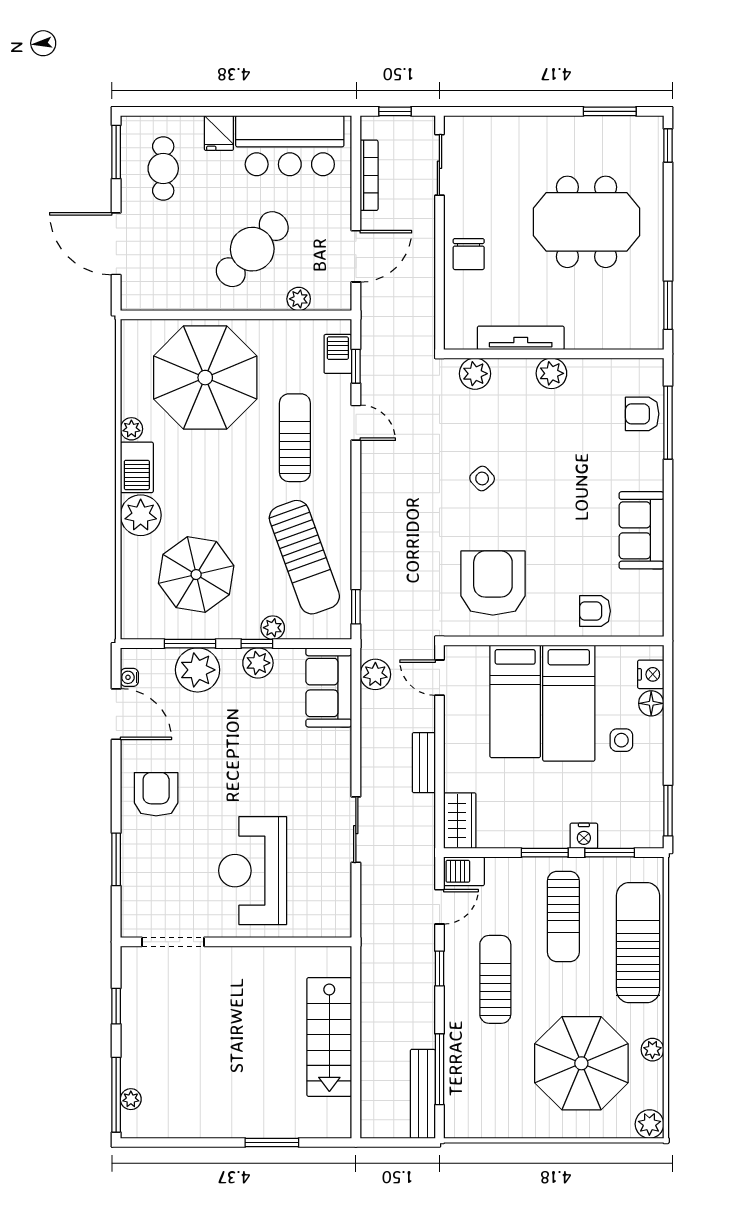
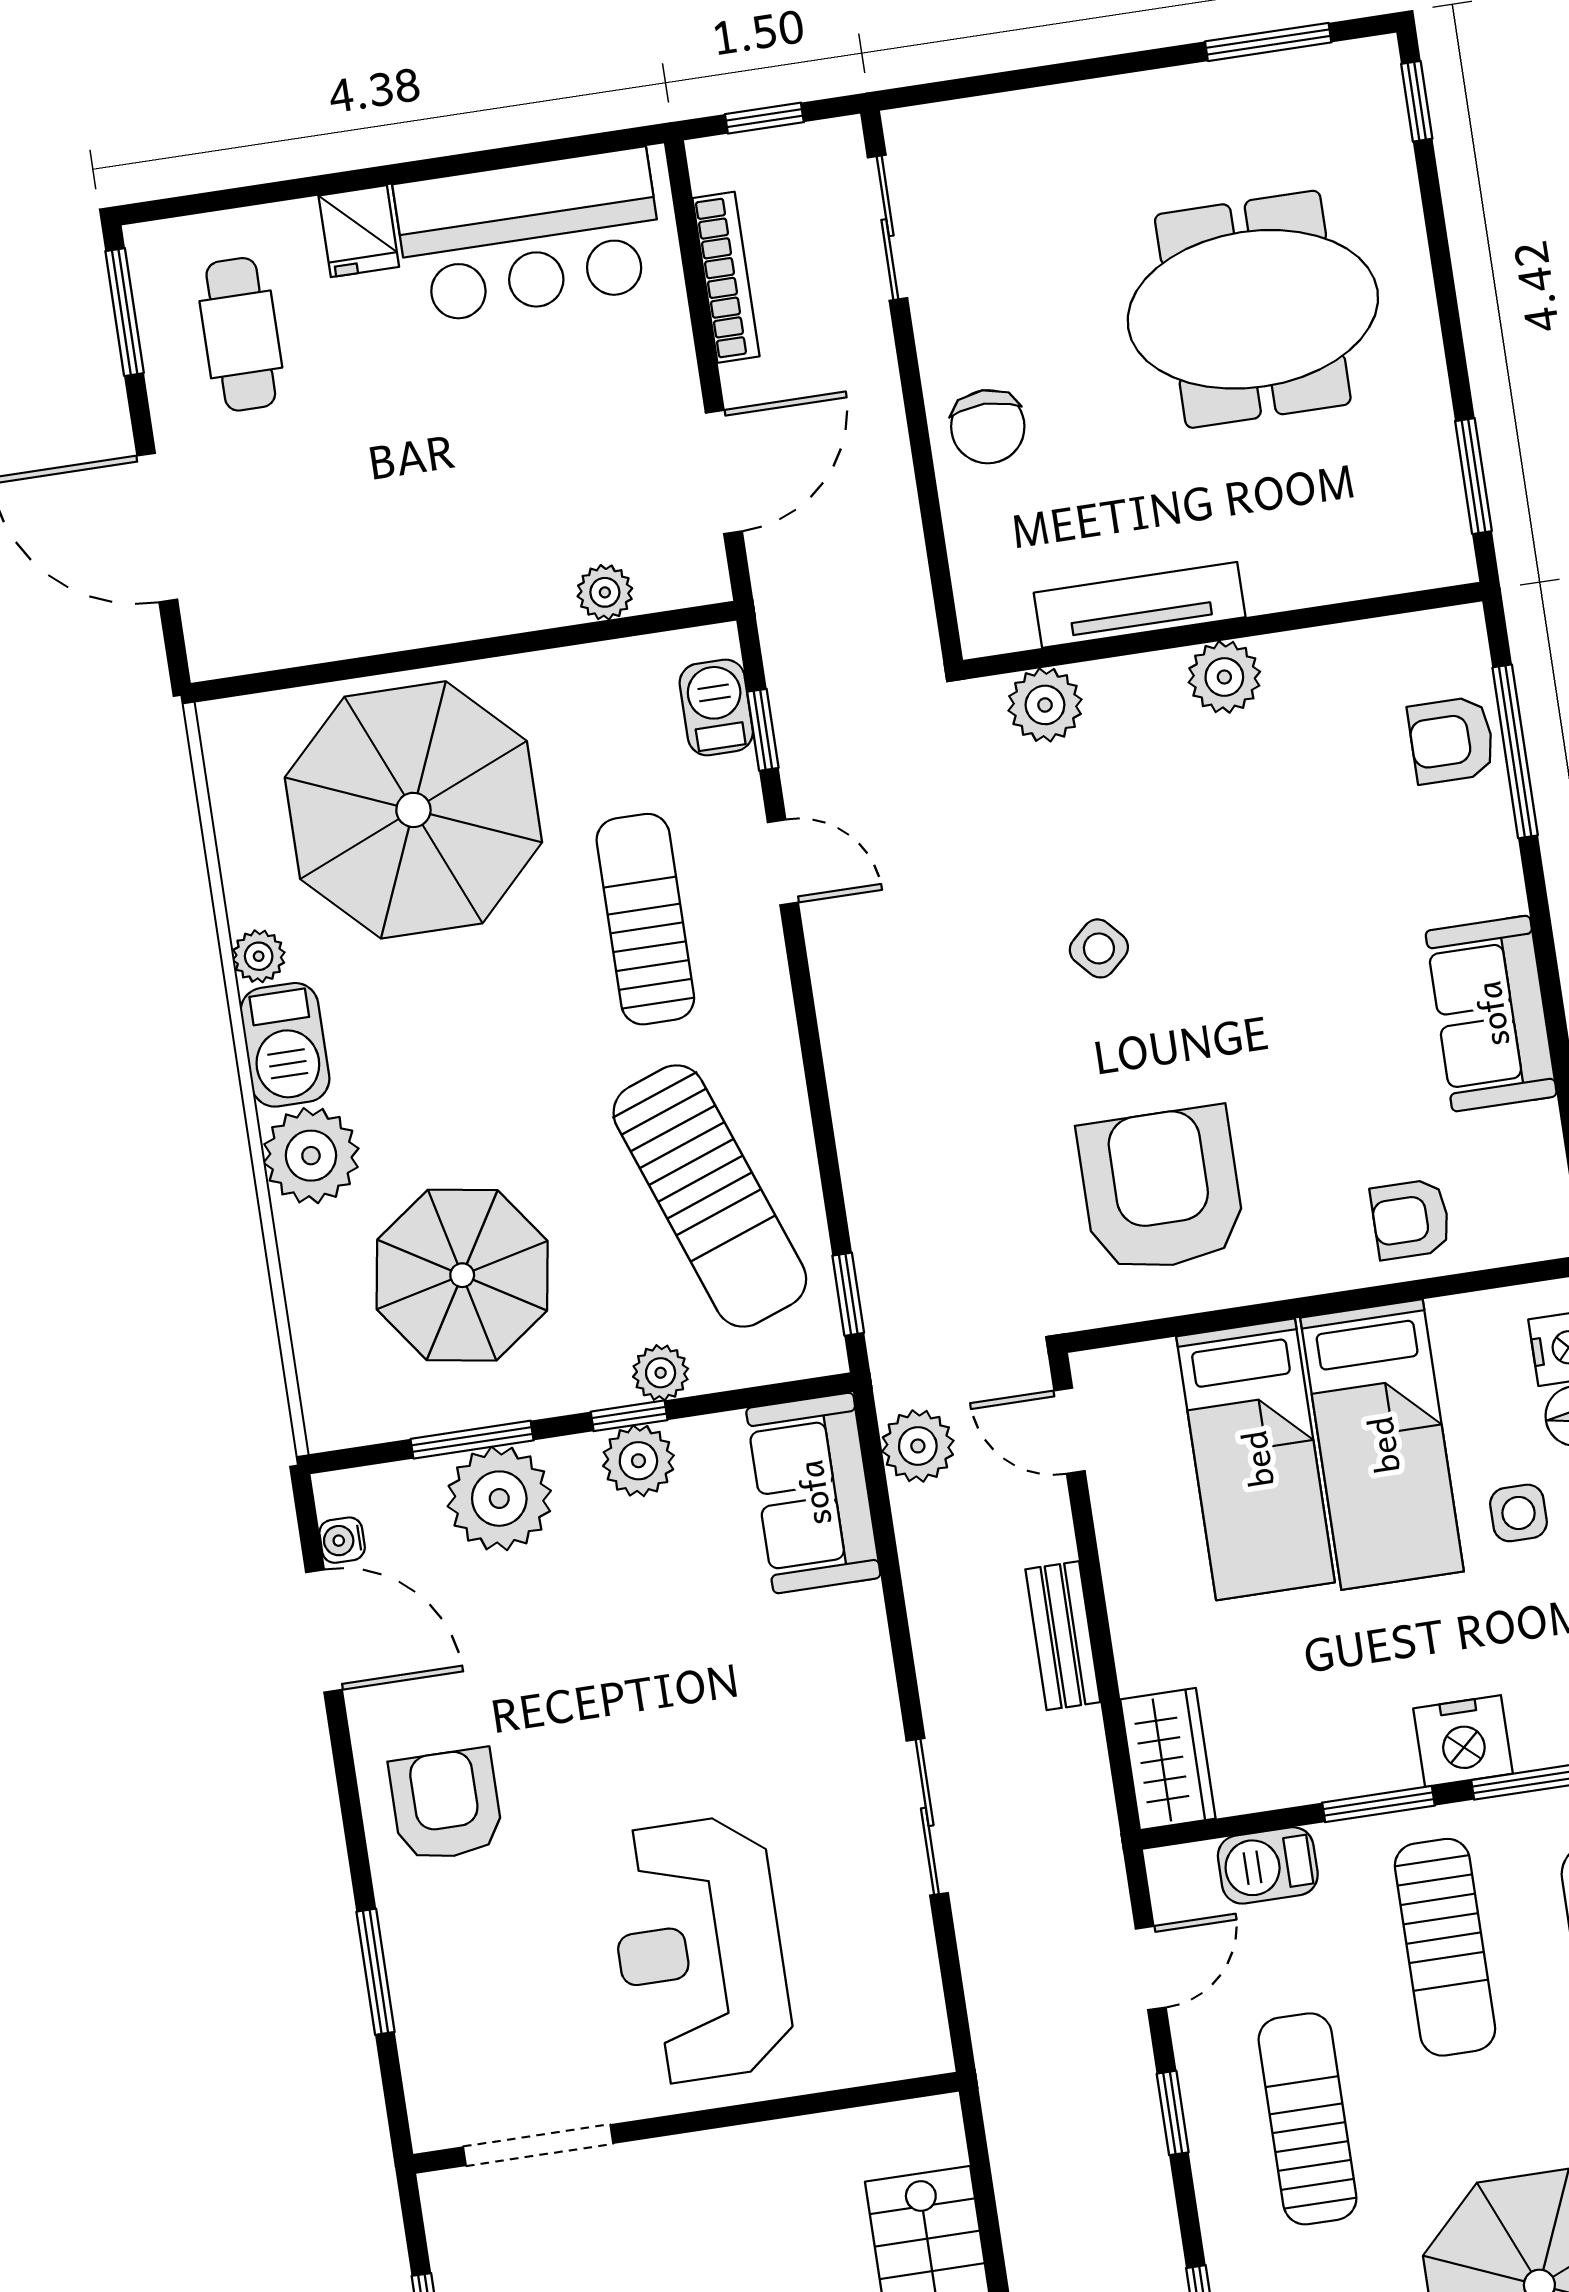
cafe table: (252, 249) -> (478, 492), removed
nightstand: (584, 836) -> (1463, 1741), width x1.36, depth x1.33
barbecue: (464, 871) -> (1268, 1865), moved

